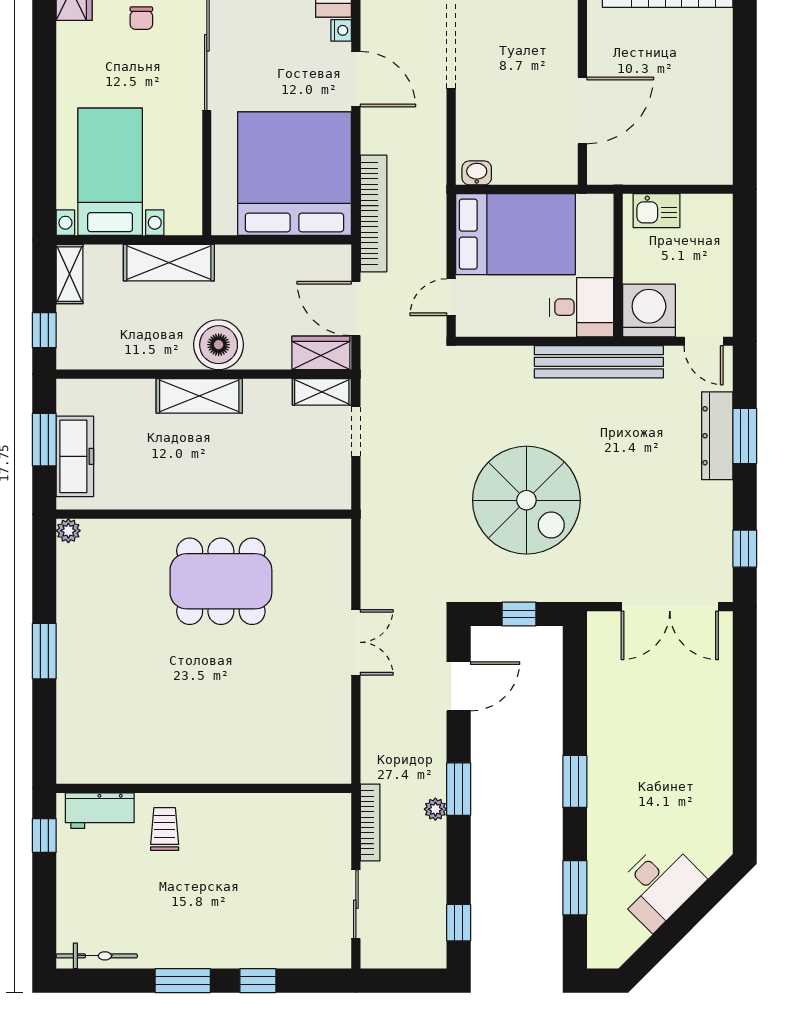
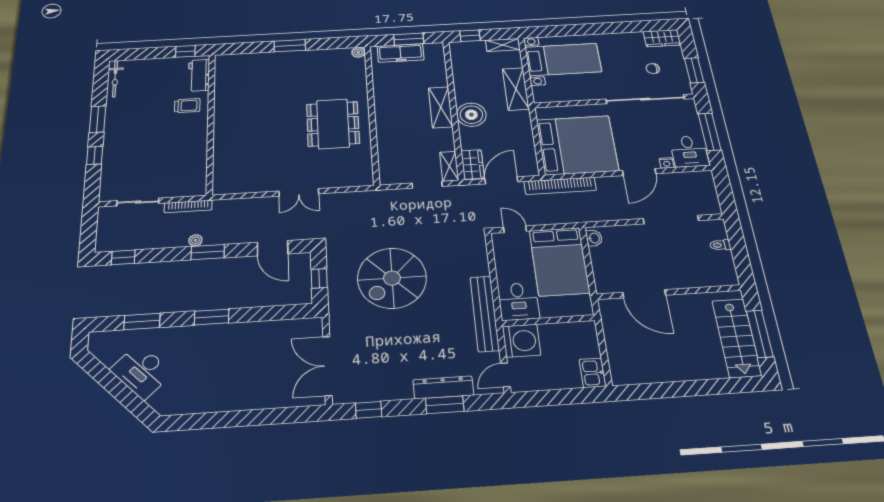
kitchen sink: (657, 211) -> (593, 373), moved

